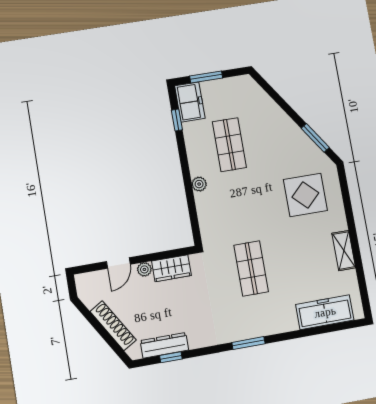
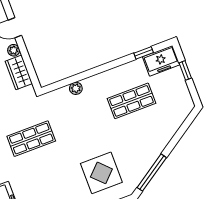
window: (206, 77) -> (185, 70), width x0.67
window: (315, 138) -> (152, 173), width x1.44
plant: (199, 184) -> (76, 88), moved

